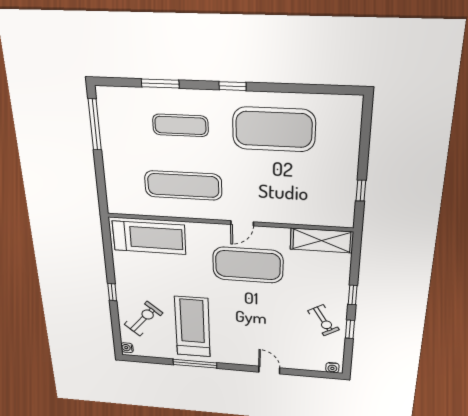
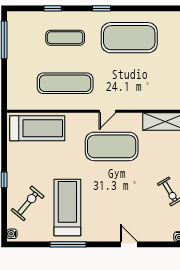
window: (160, 84) -> (53, 8), width x0.67

